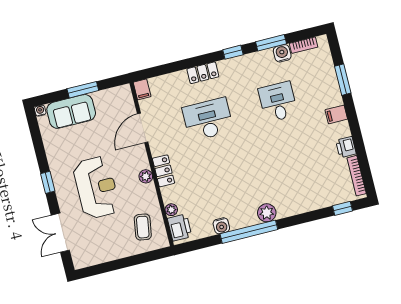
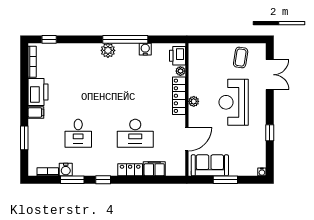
filing cabinet: (142, 89) -> (154, 169), moved, width x2.00
sofa: (71, 111) -> (210, 165), moved
printer: (346, 147) -> (38, 92), width x1.87, depth x1.48
locker: (164, 171) -> (179, 96), width x1.53
window: (48, 182) -> (270, 133), moved
coffee table: (143, 227) -> (241, 58), moved

